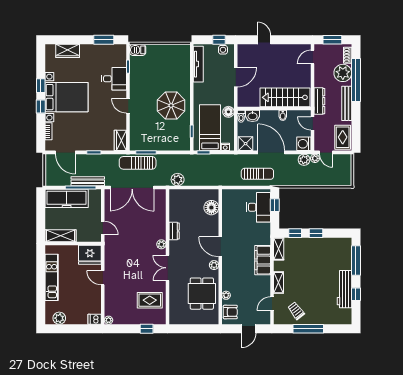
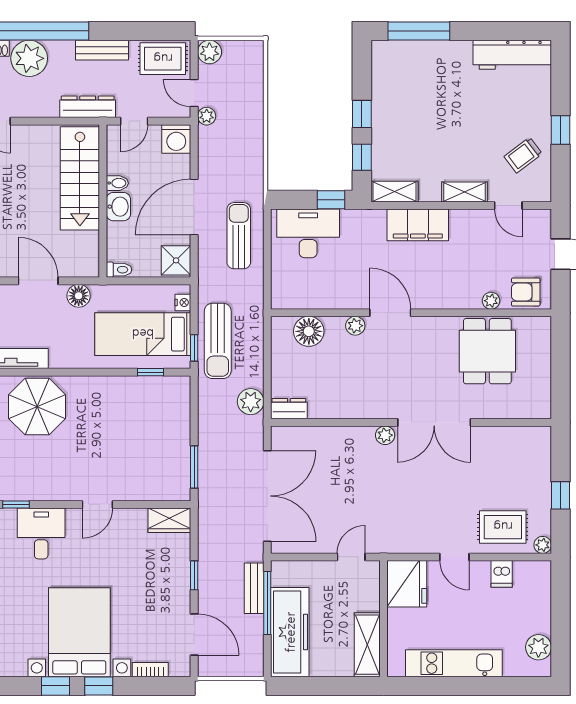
bench: (347, 103) -> (102, 50), width x0.73
parasol: (171, 106) -> (37, 407), moved
floor lamp: (228, 112) -> (79, 296), moved
washbasin: (253, 116) -> (118, 207), moved
door: (65, 152) -> (194, 635), hinge flipped
door: (326, 152) -> (194, 93), swing flipped
plant: (304, 160) -> (209, 52), moved
sun lounger: (138, 163) -> (218, 341), moved
bench: (88, 181) -> (254, 588), width x0.73
window: (275, 205) -> (331, 200), moved
dresser: (174, 231) -> (289, 409), moved
door: (220, 247) -> (390, 313), swing flipped
plant: (214, 265) -> (355, 326), moved
double door: (168, 268) -> (434, 422), width x1.37
door: (103, 278) -> (454, 557), hinge flipped
workbench: (345, 289) -> (512, 55), moved
dining table: (202, 294) -> (487, 351), turned 90
window: (356, 294) -> (489, 31), removed
rug: (150, 300) -> (503, 527), moved, turned 90
armchair: (230, 312) -> (526, 292), turned -90
dishwasher: (95, 319) -> (502, 574), moved
window: (147, 329) -> (560, 495), moved
window: (308, 329) -> (560, 130), width x0.46

